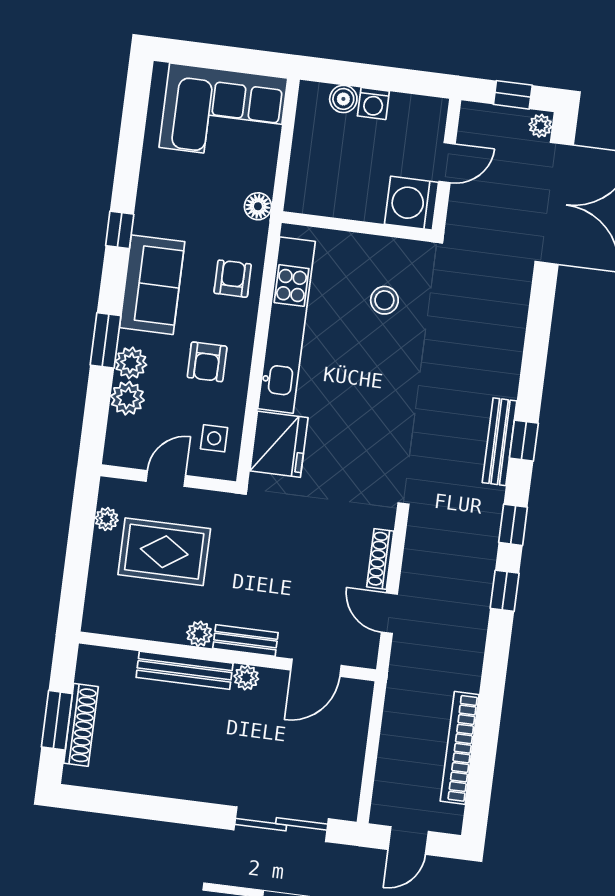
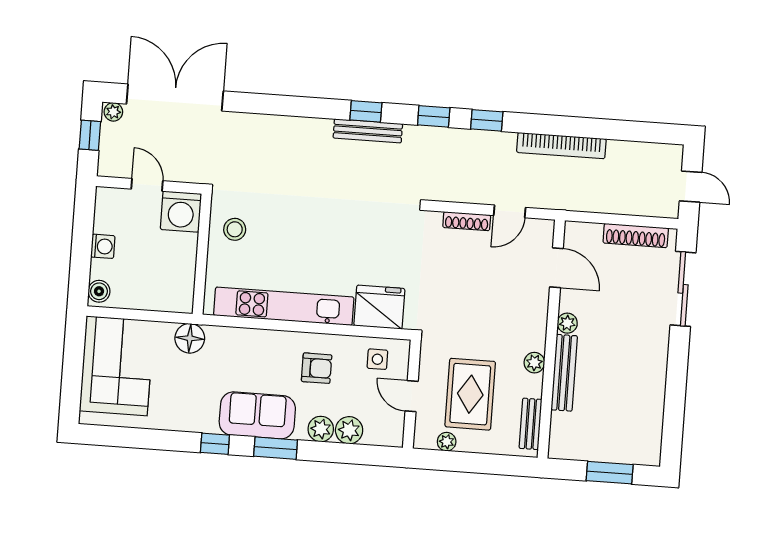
boiler: (343, 99) -> (99, 291), moved
floor lamp: (258, 206) -> (190, 338), width x1.38, depth x1.38
armchair: (233, 279) -> (249, 351), removed
stool: (384, 300) -> (235, 229), moved
window: (106, 340) -> (276, 448), moved
bench: (245, 641) -> (530, 424), moved
shoe rack: (81, 725) -> (636, 236), moved, turned 180
bookcase: (460, 748) -> (561, 146), moved

